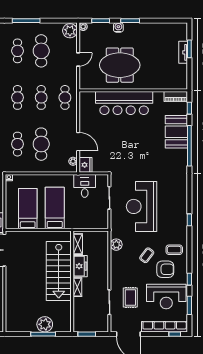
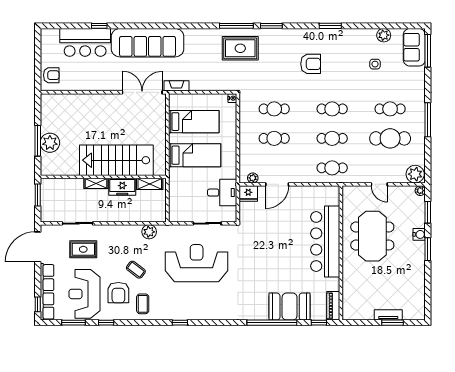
cafe table: (41, 144) -> (274, 138), width x0.73, depth x0.74

